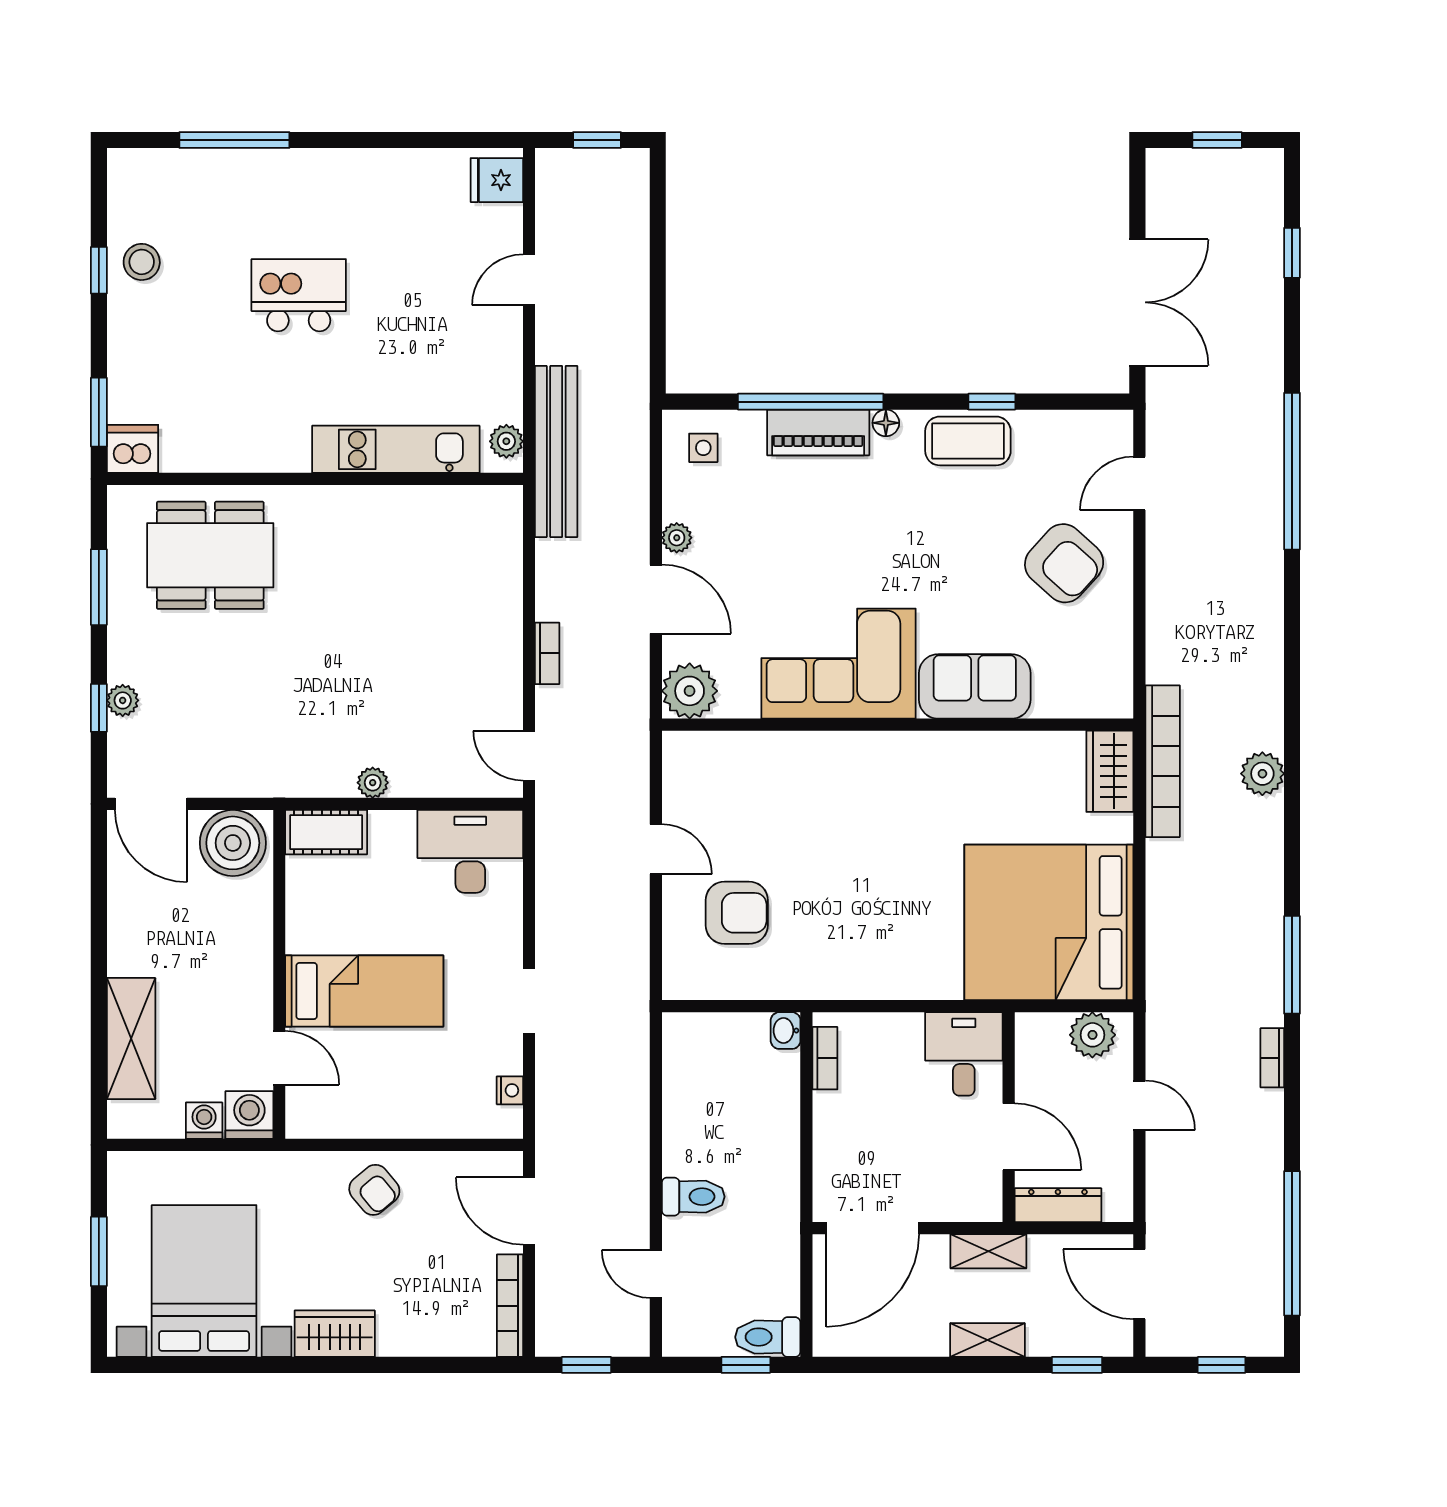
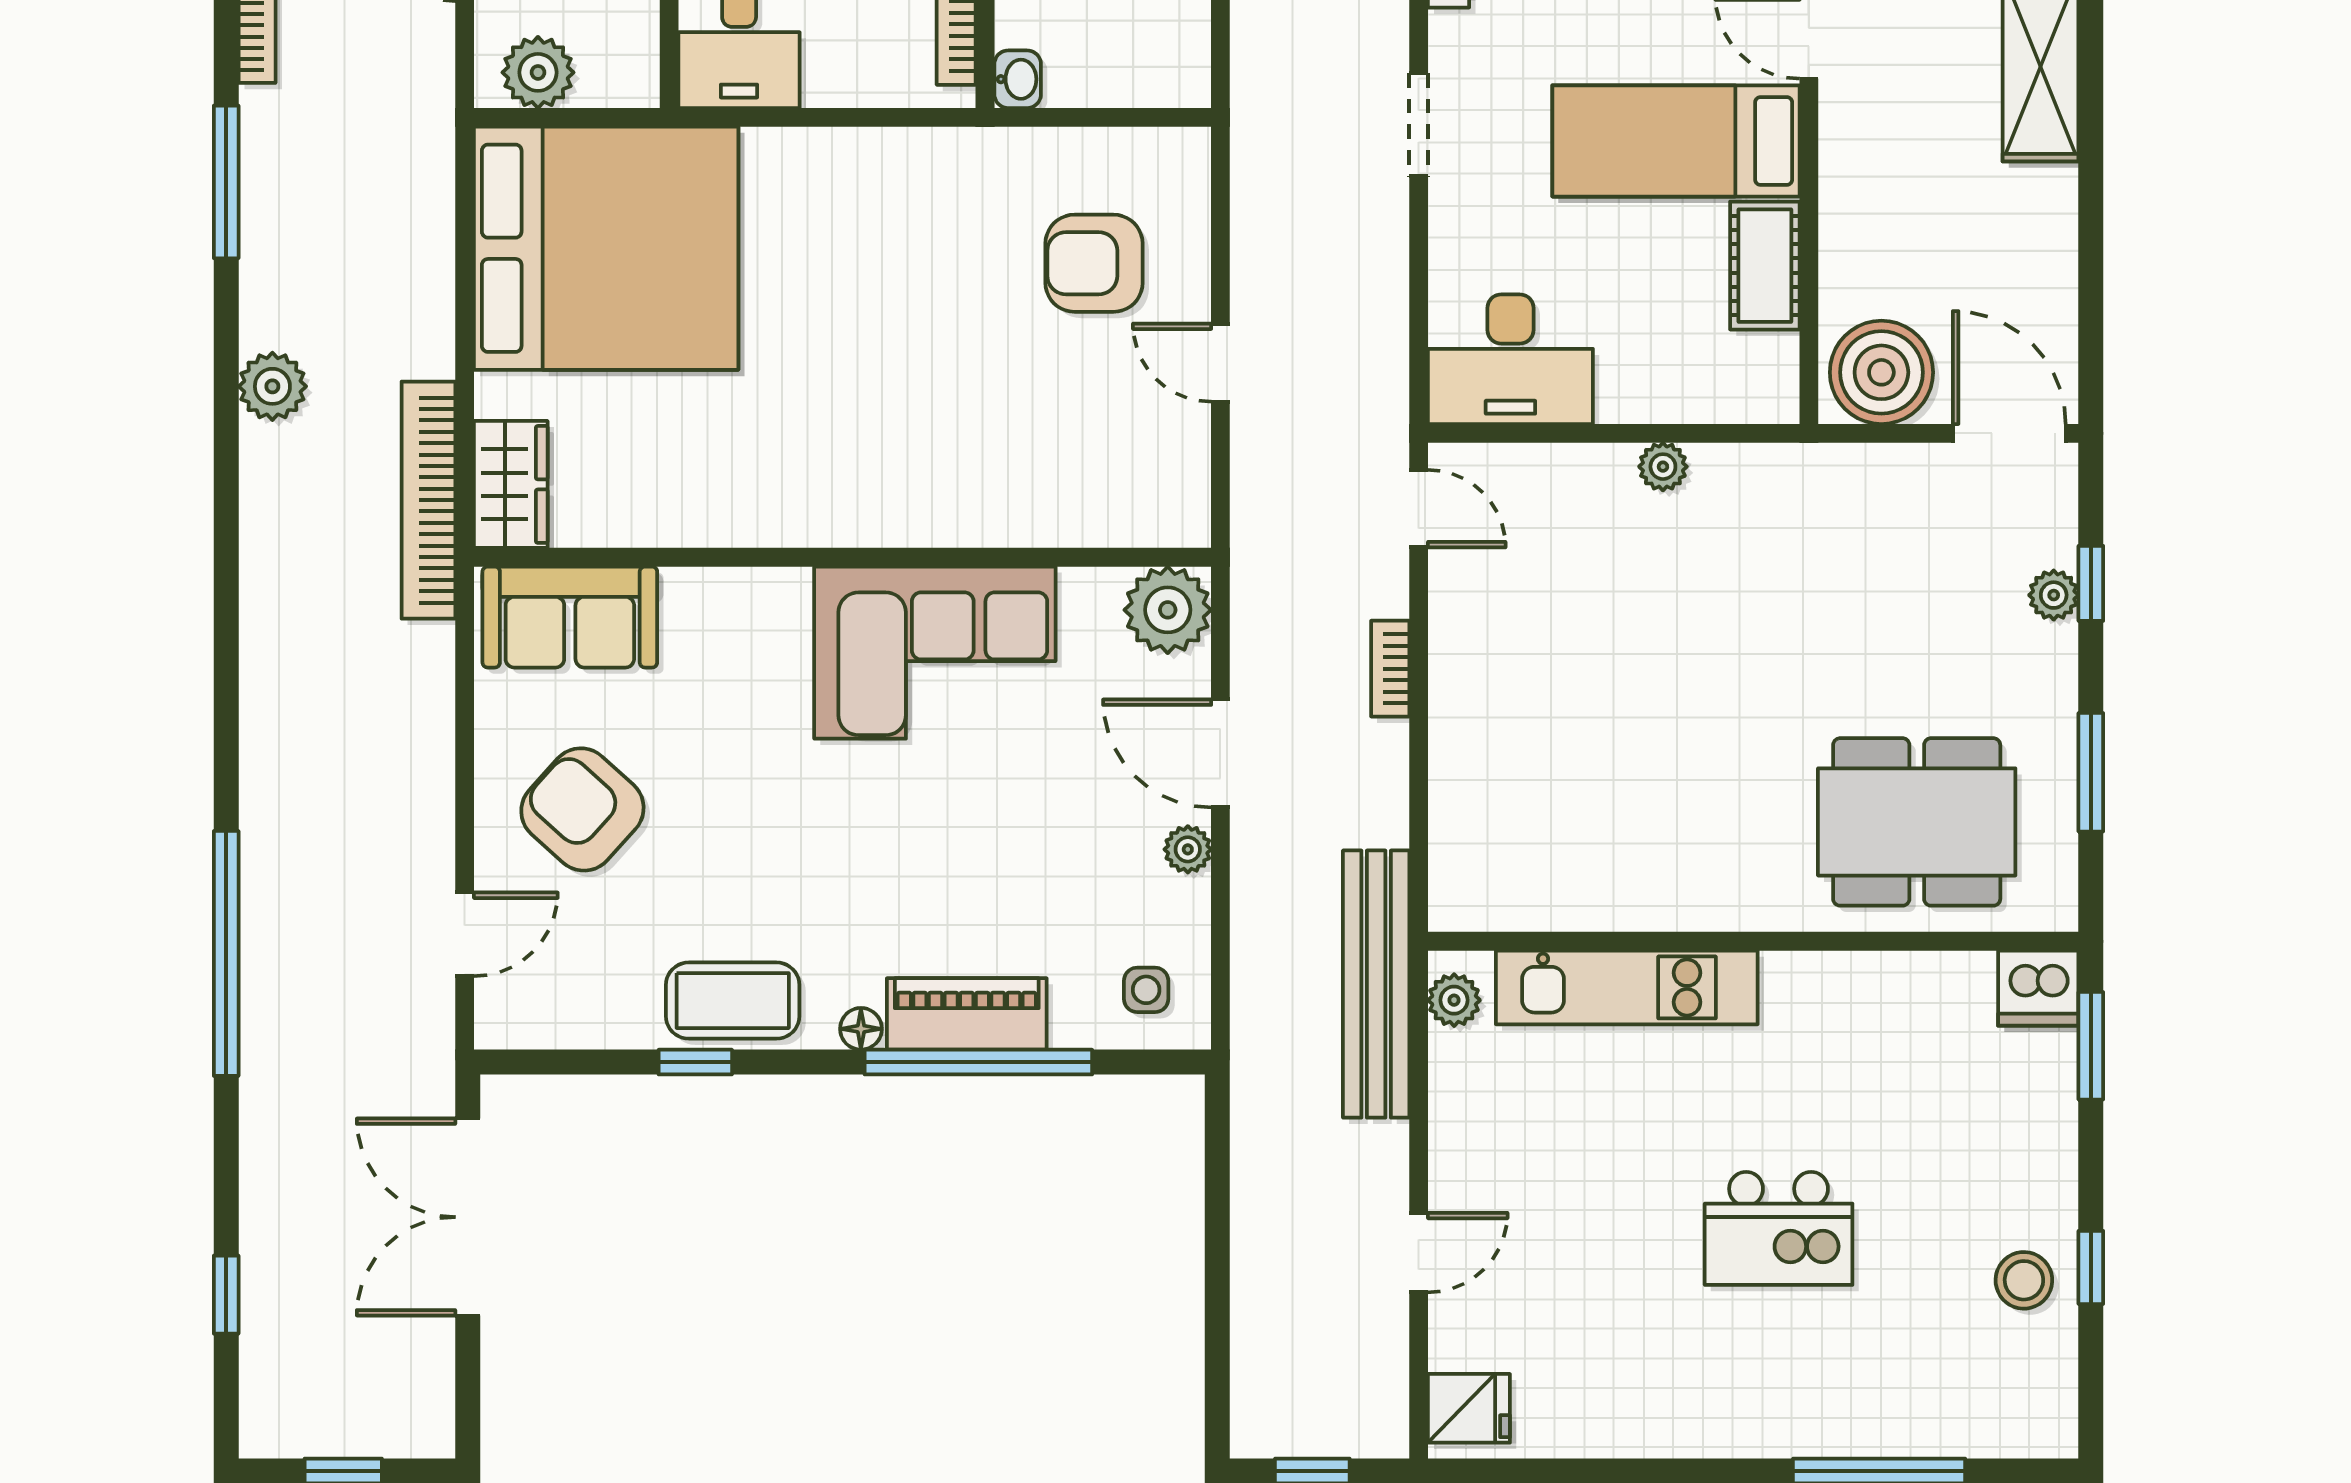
sofa: (975, 686) -> (570, 617), moved
plant: (1262, 774) -> (272, 386), moved
cot: (326, 832) -> (1765, 266), moved, turned 90

